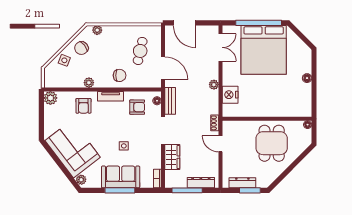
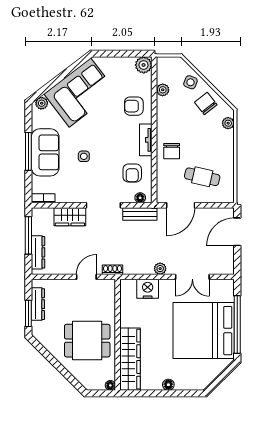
double door: (220, 47) -> (192, 277), moved
plant: (89, 83) -> (163, 90), moved
wardrobe: (286, 109) -> (130, 359), added

